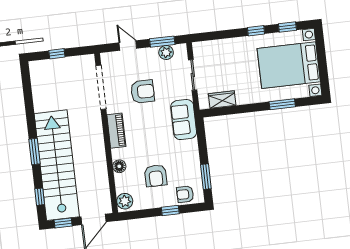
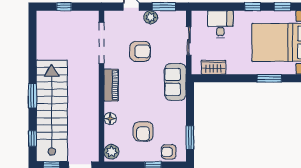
plant: (166, 52) -> (151, 17), moved
desk: (224, 53) -> (220, 24), added

